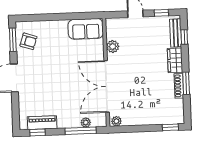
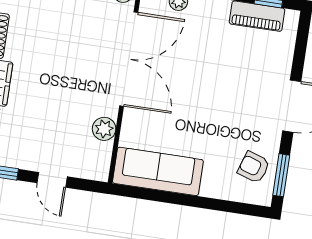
sofa: (86, 29) -> (158, 171), width x1.36

